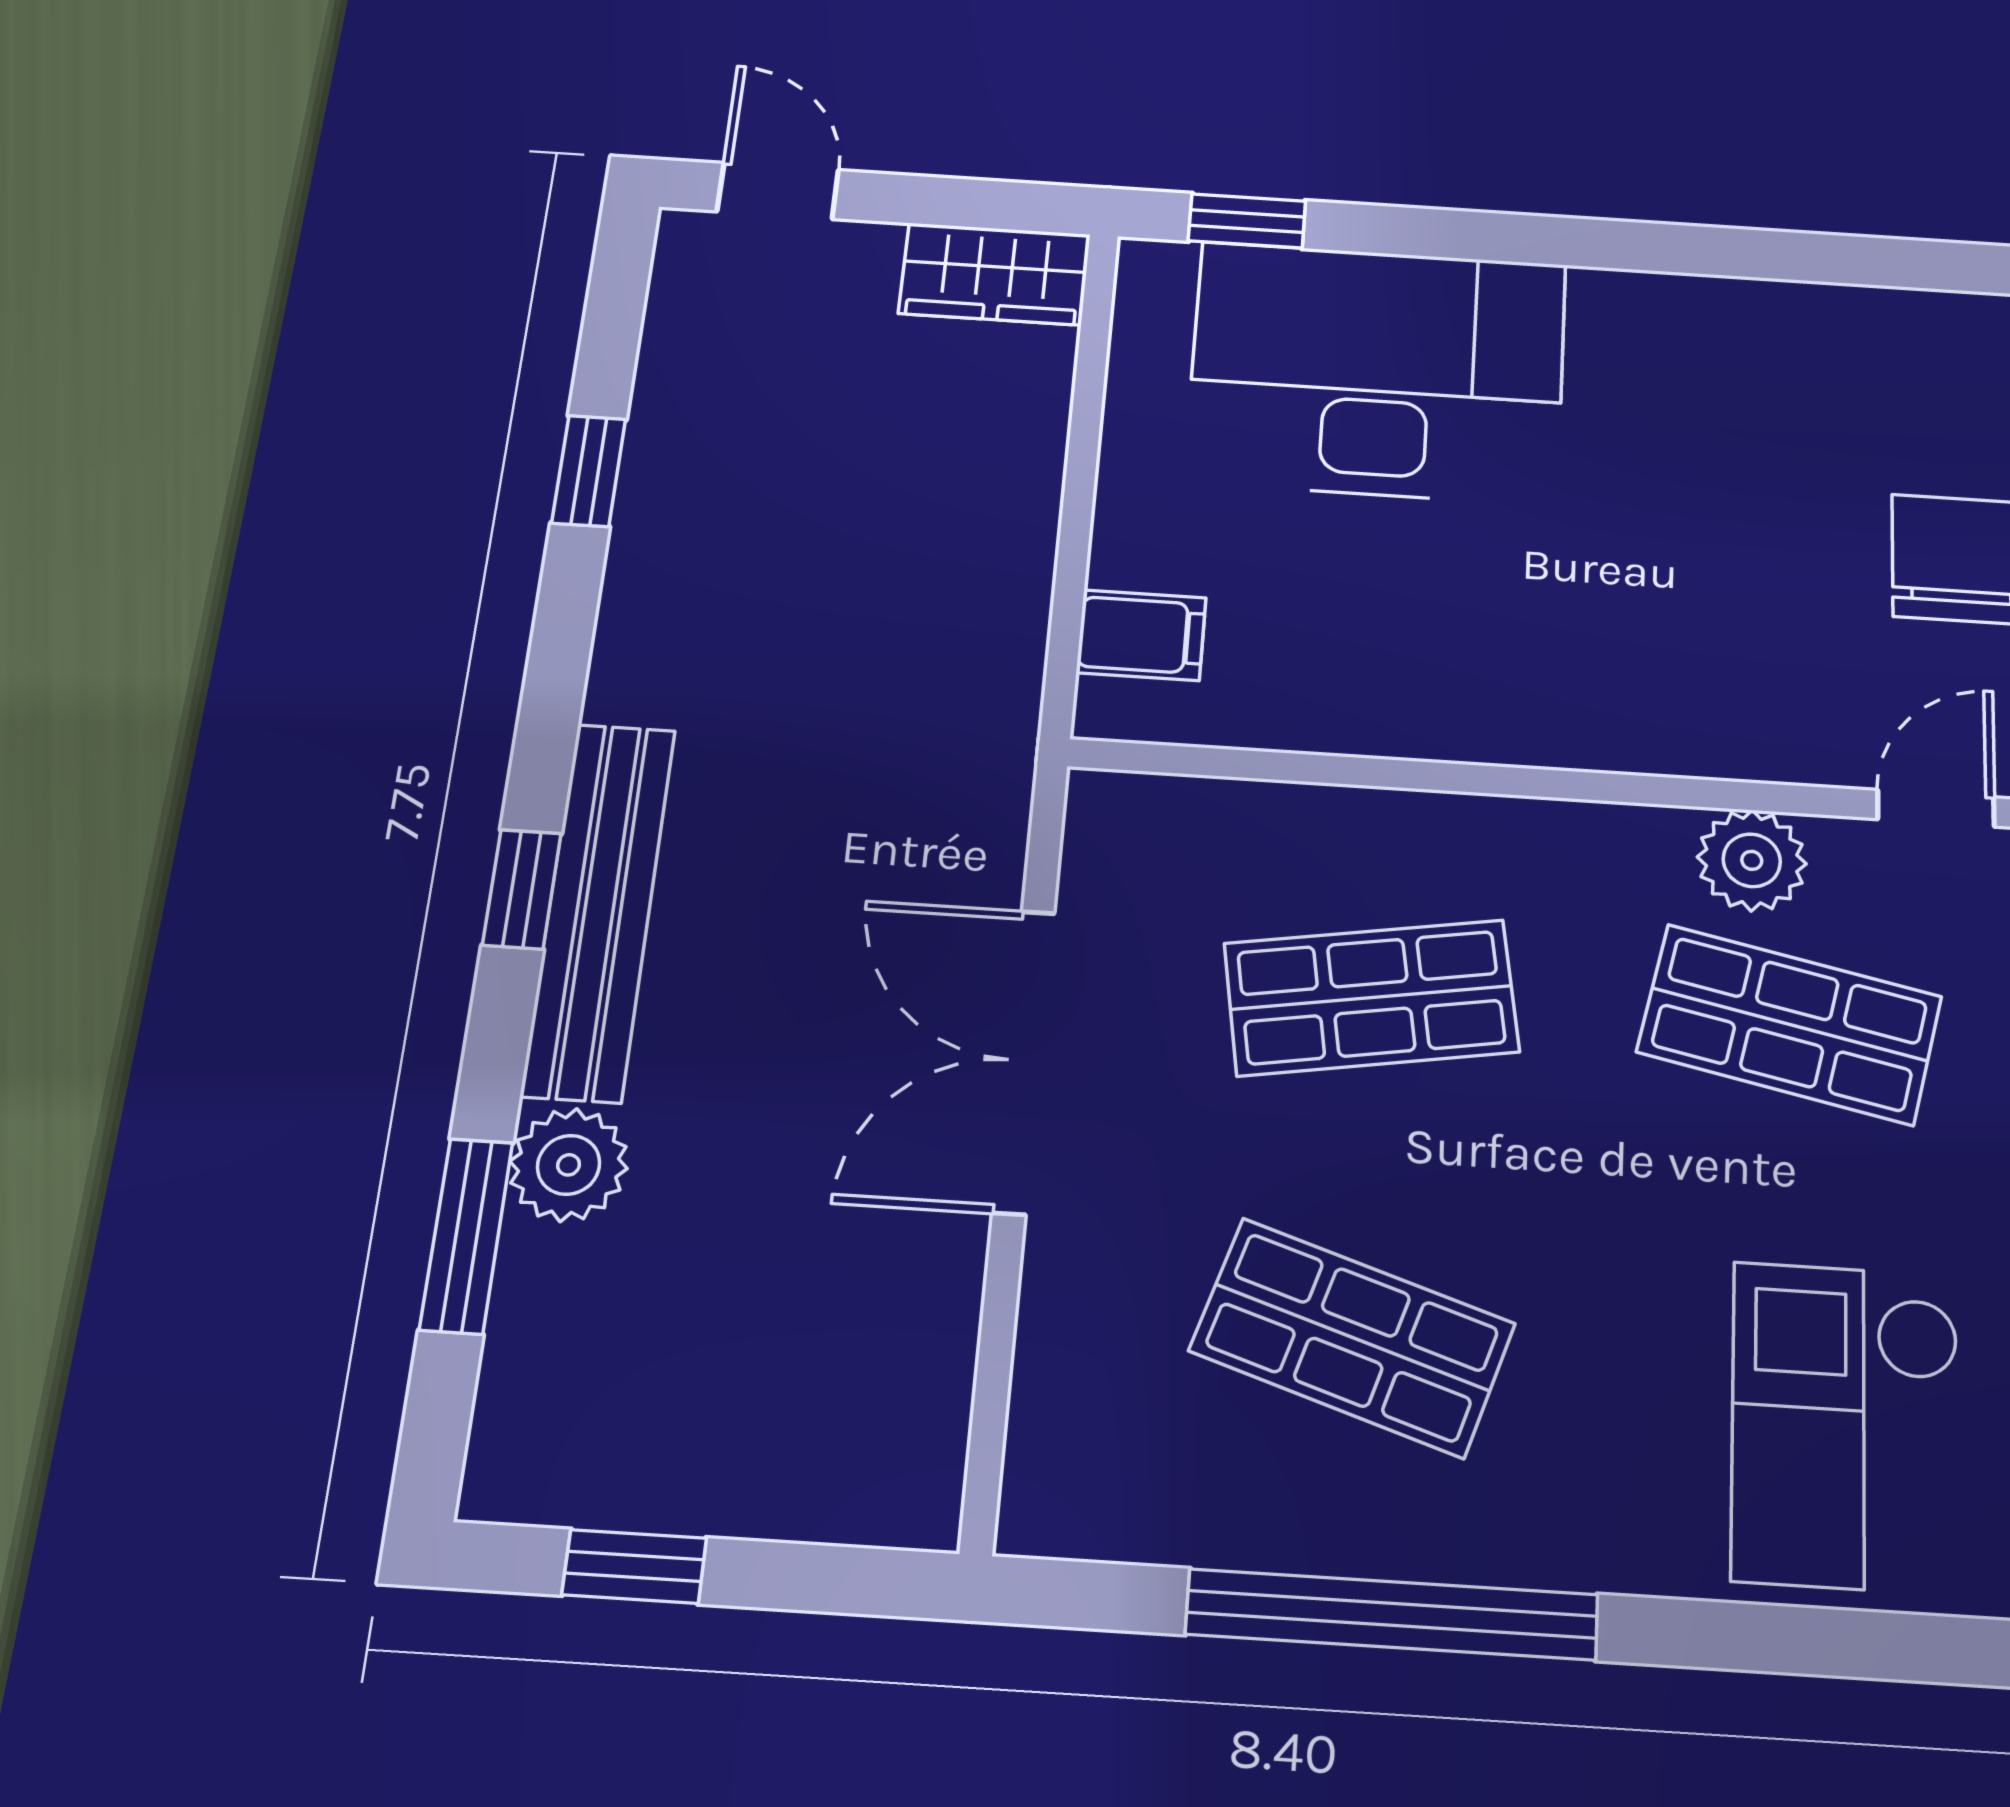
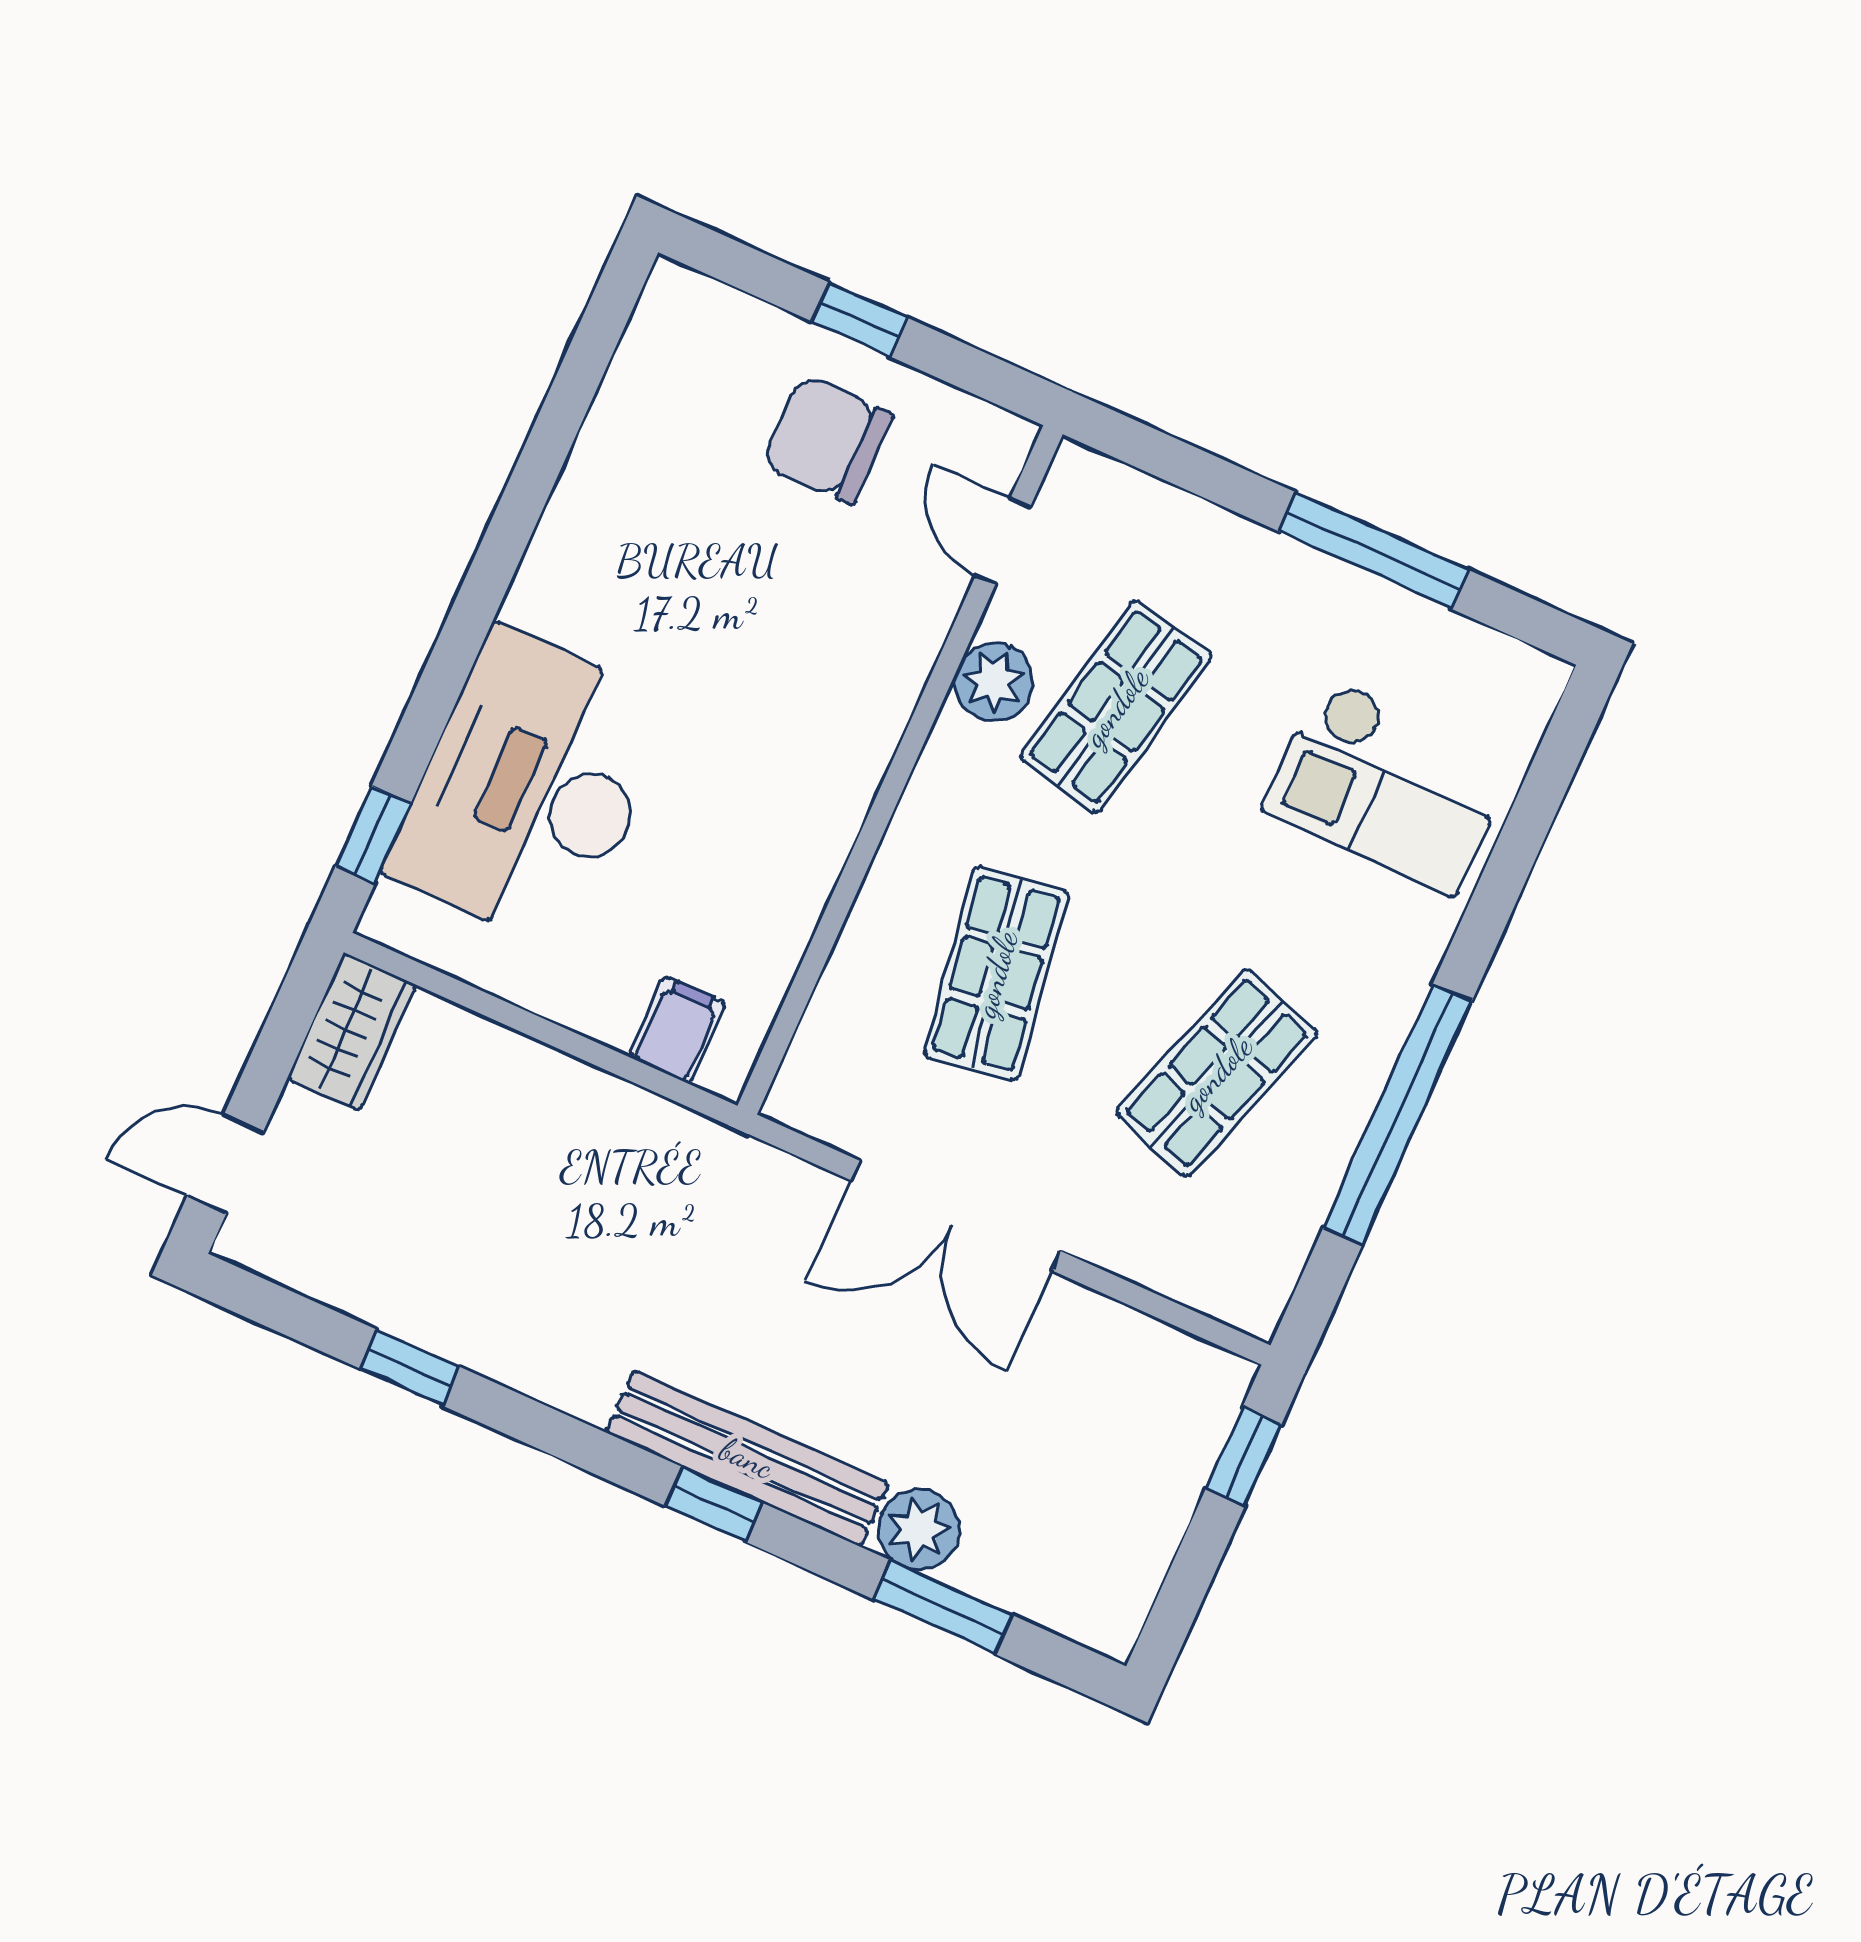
window: (634, 1566) -> (1244, 1456), moved

